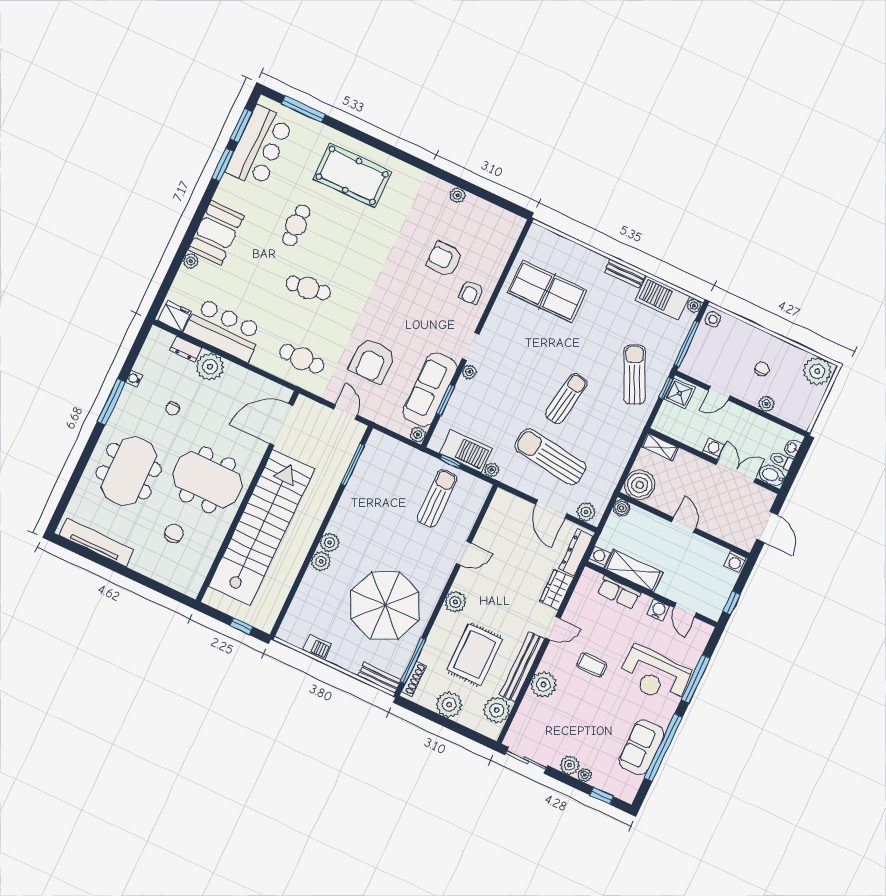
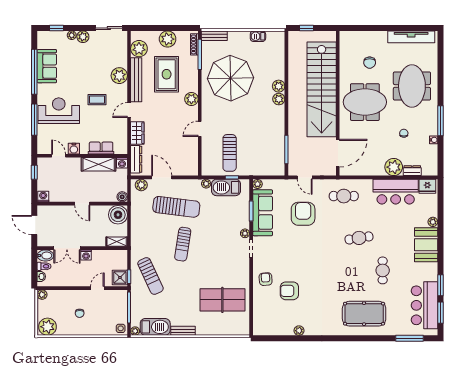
armchair: (444, 259) -> (289, 291), turned 180
plant: (766, 404) -> (42, 295), moved

